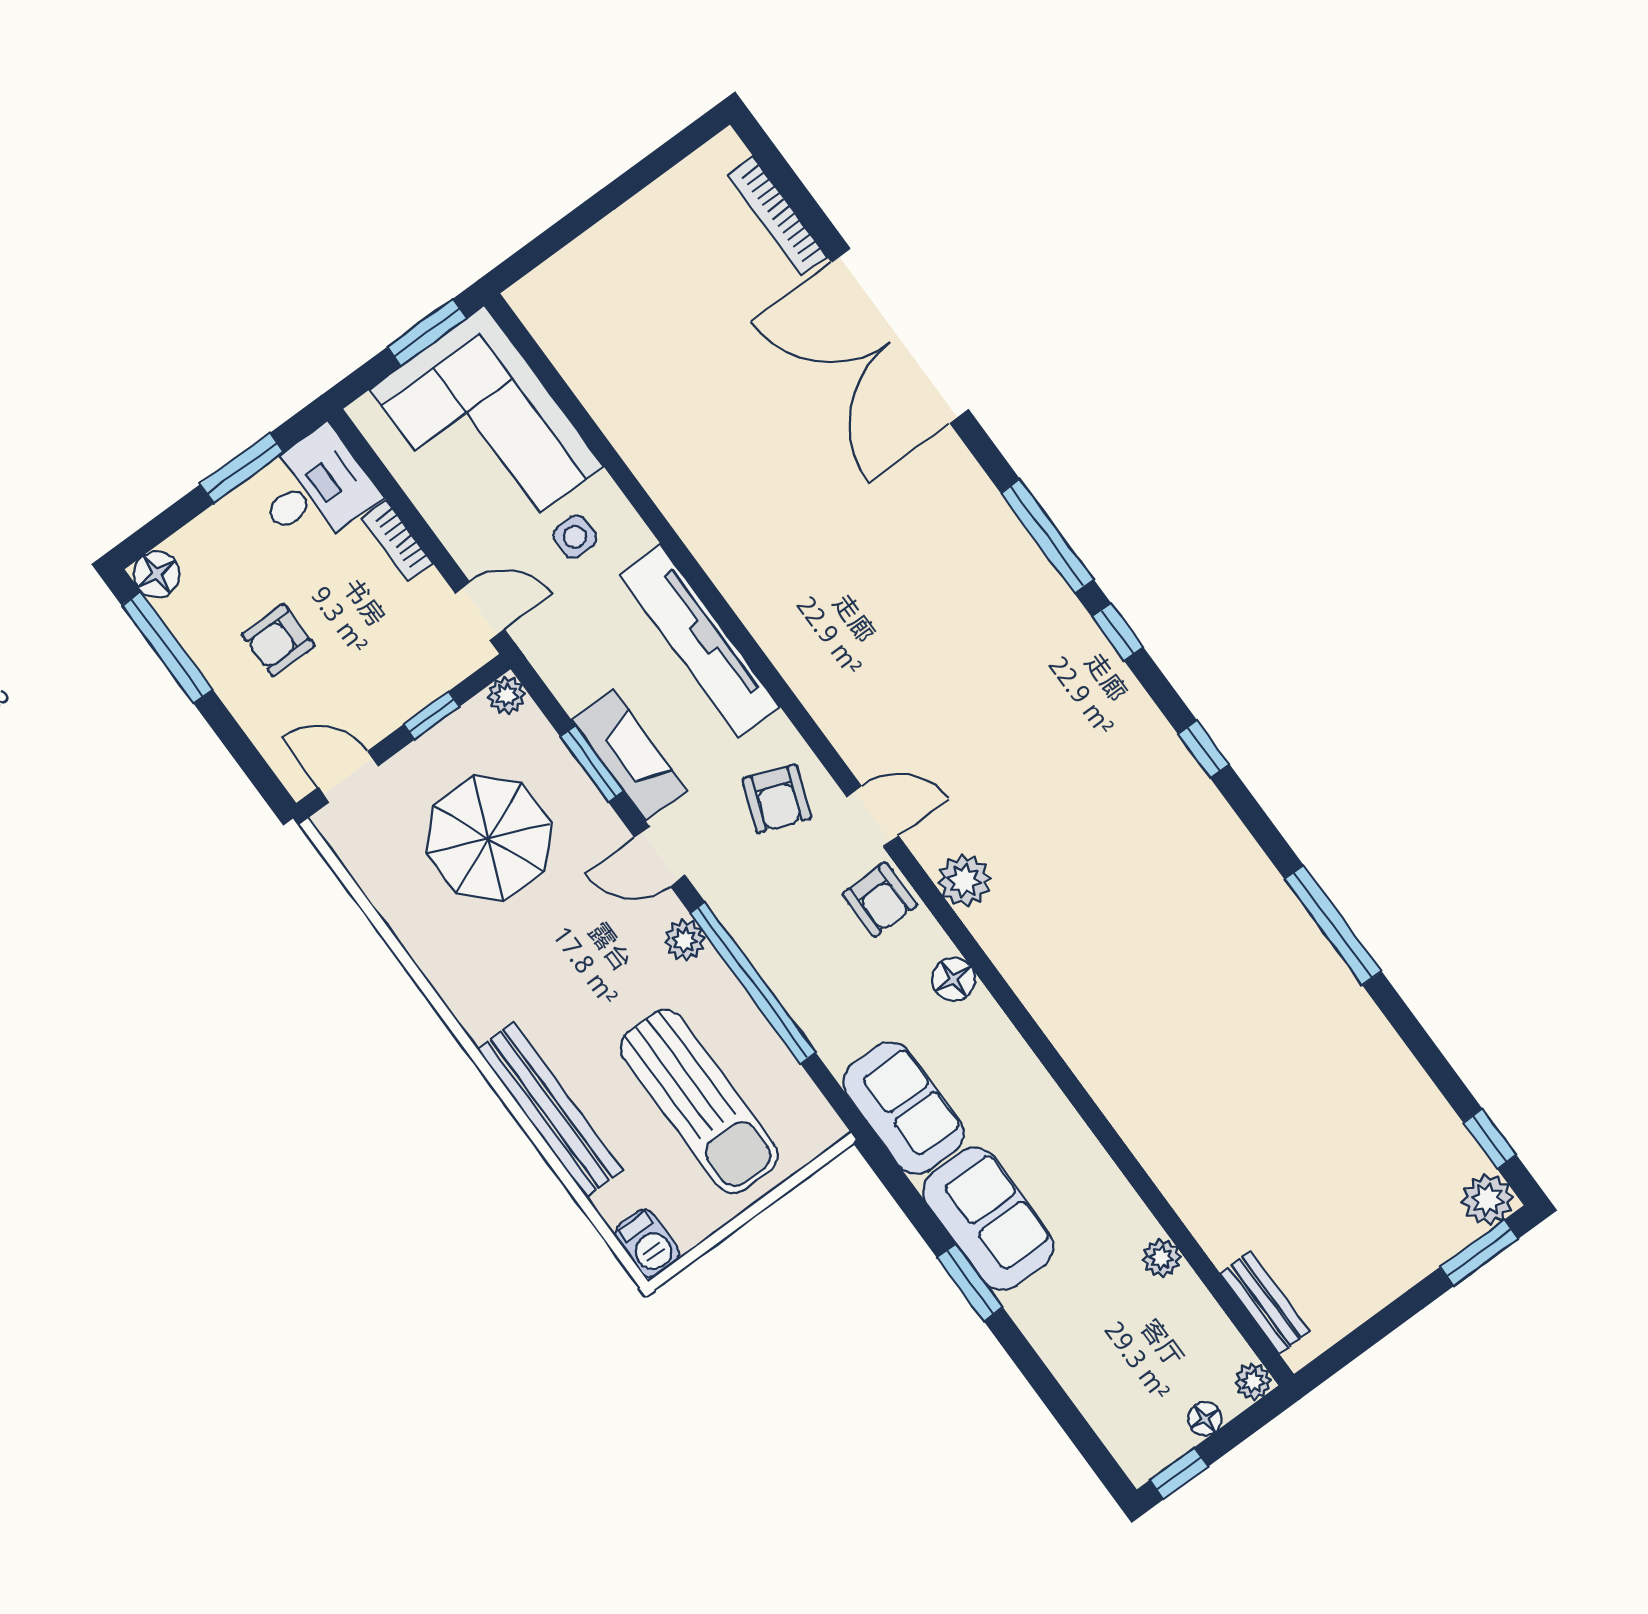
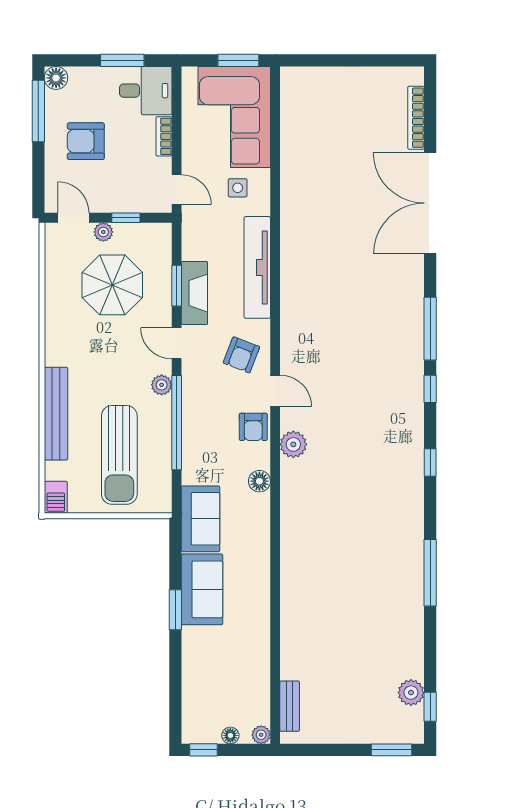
armchair: (278, 640) -> (86, 141), width x1.38, depth x1.38
plant: (507, 695) -> (103, 232), moved
plant: (1488, 1200) -> (411, 693), moved
plant: (1161, 1258) -> (261, 657), removed

